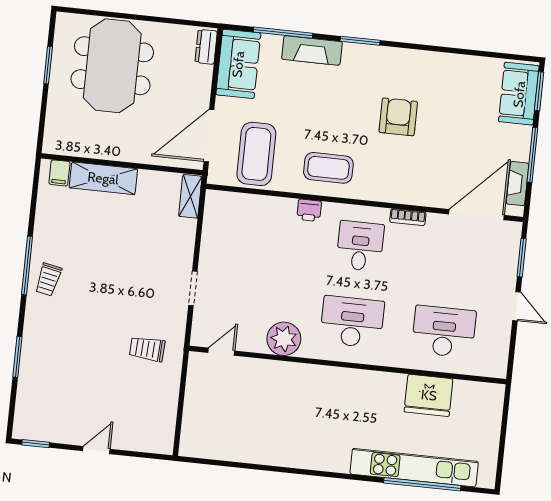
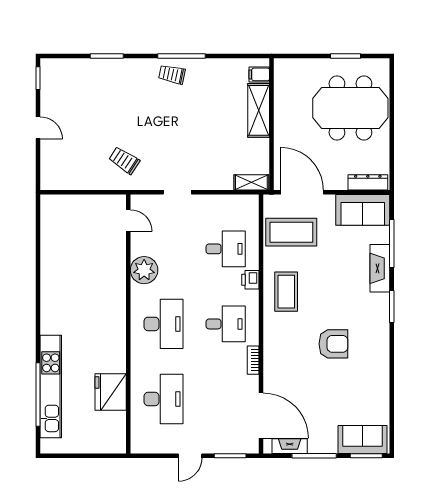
dresser: (206, 47) -> (368, 182), width x1.44
desk: (268, 236) -> (226, 249), added
trolley: (147, 349) -> (124, 160), turned -60

